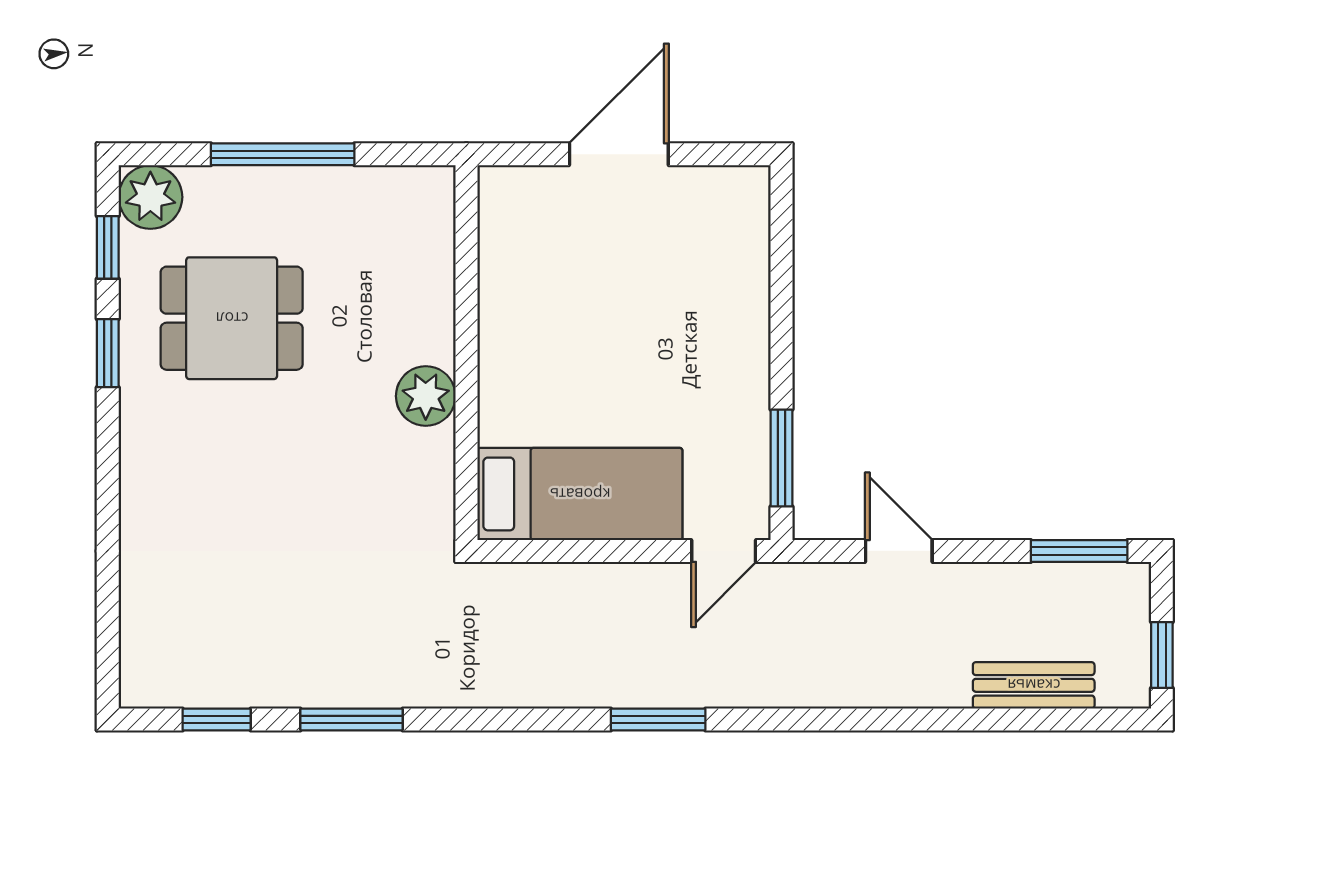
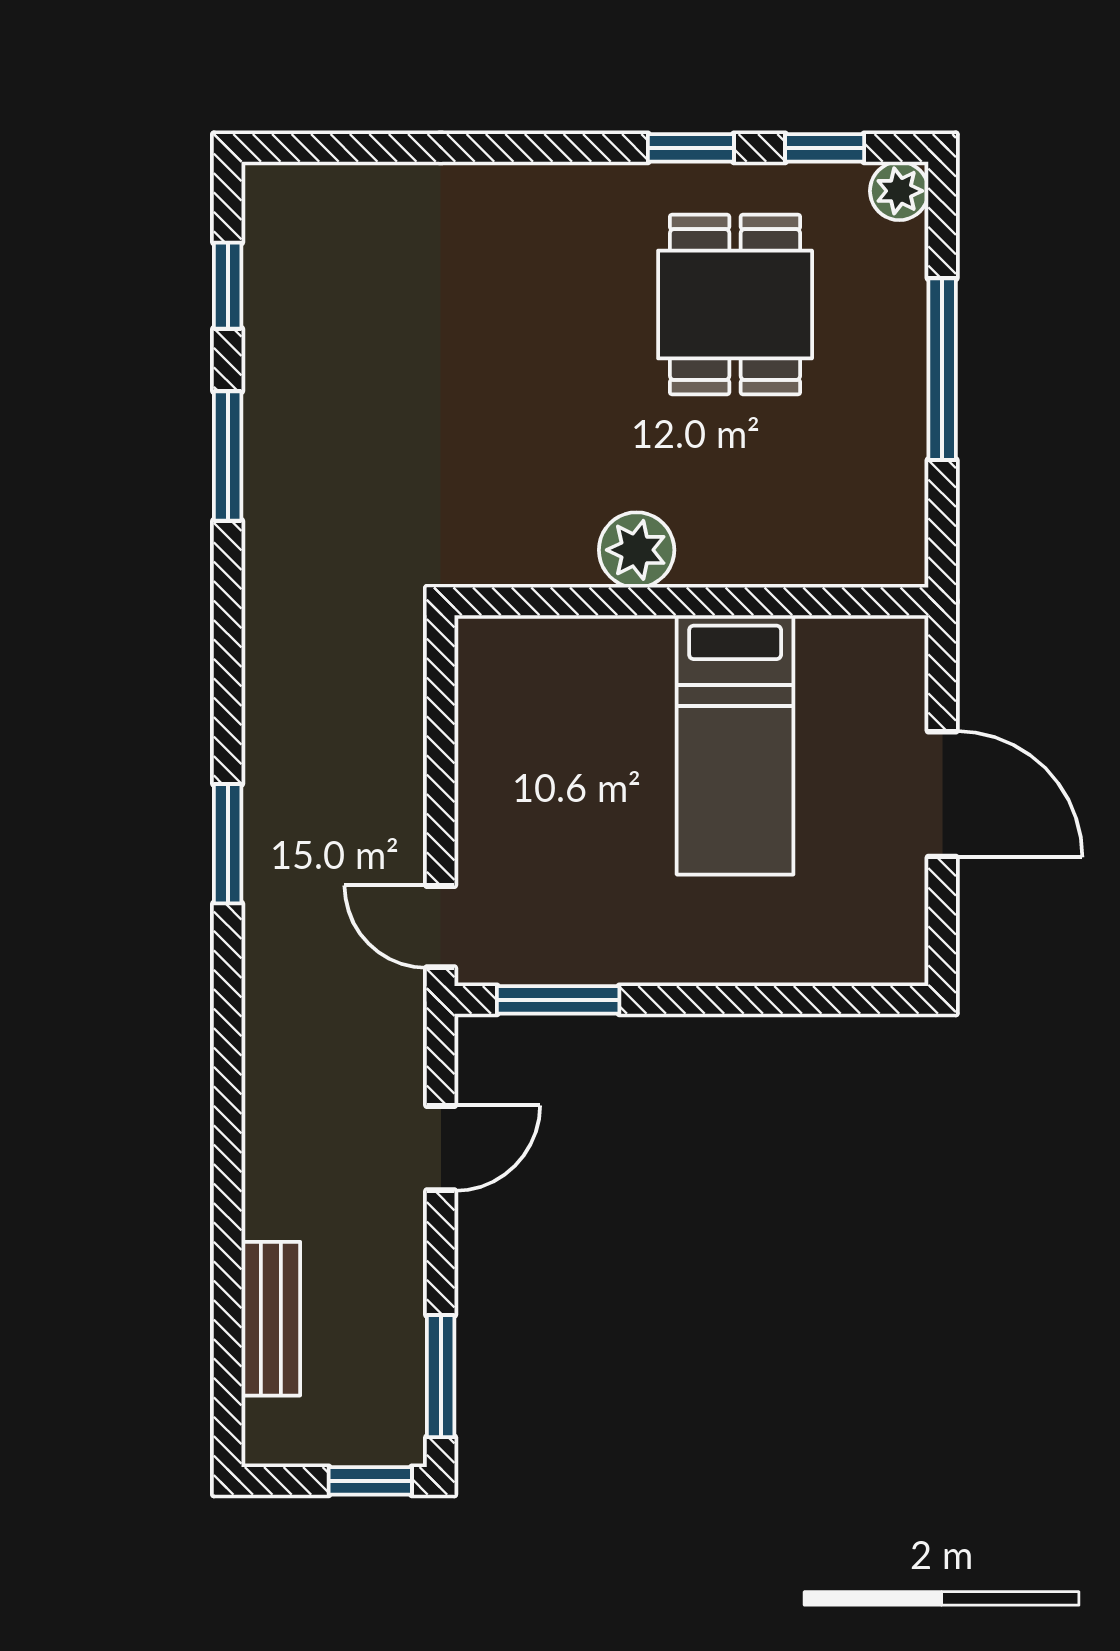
plant: (150, 197) -> (899, 191), width x0.73, depth x0.73
bed: (580, 494) -> (735, 745), moved
window: (1162, 655) -> (370, 1481), moved

